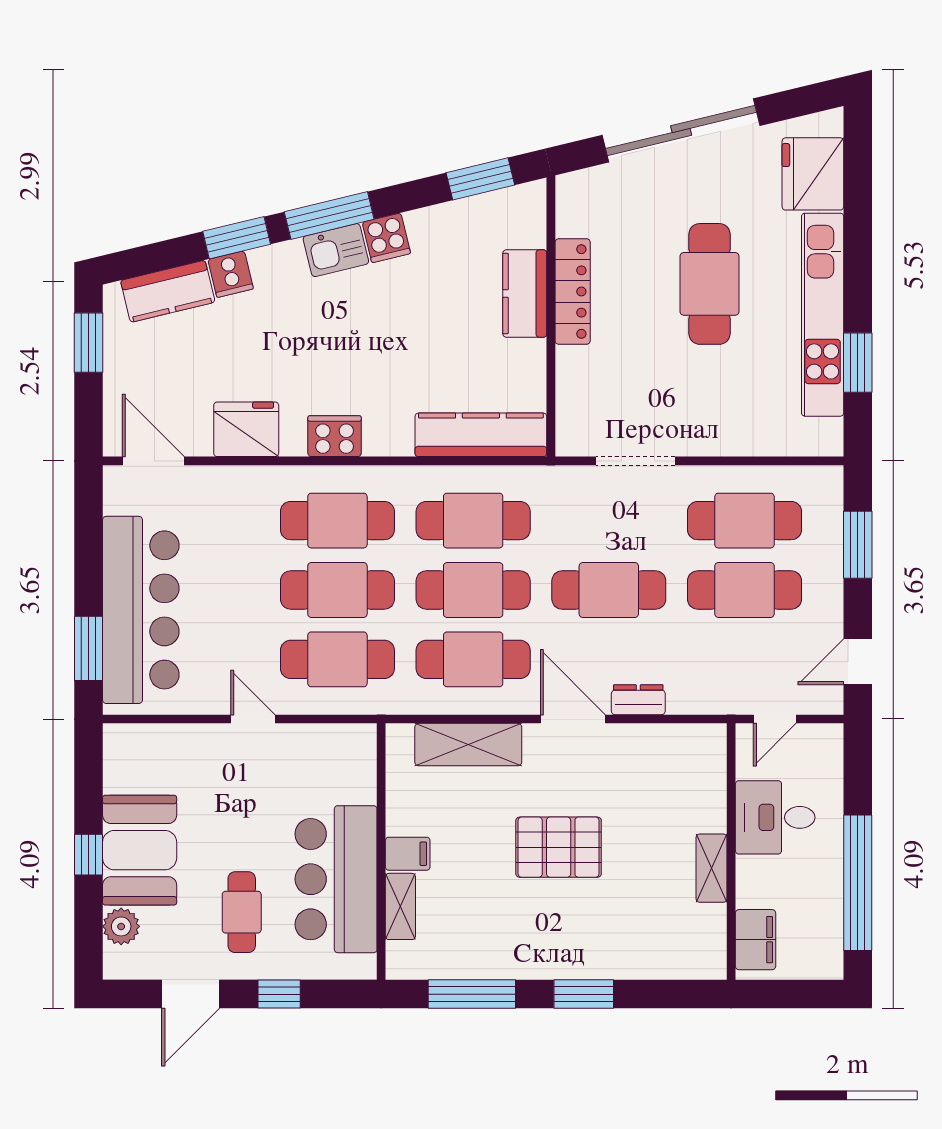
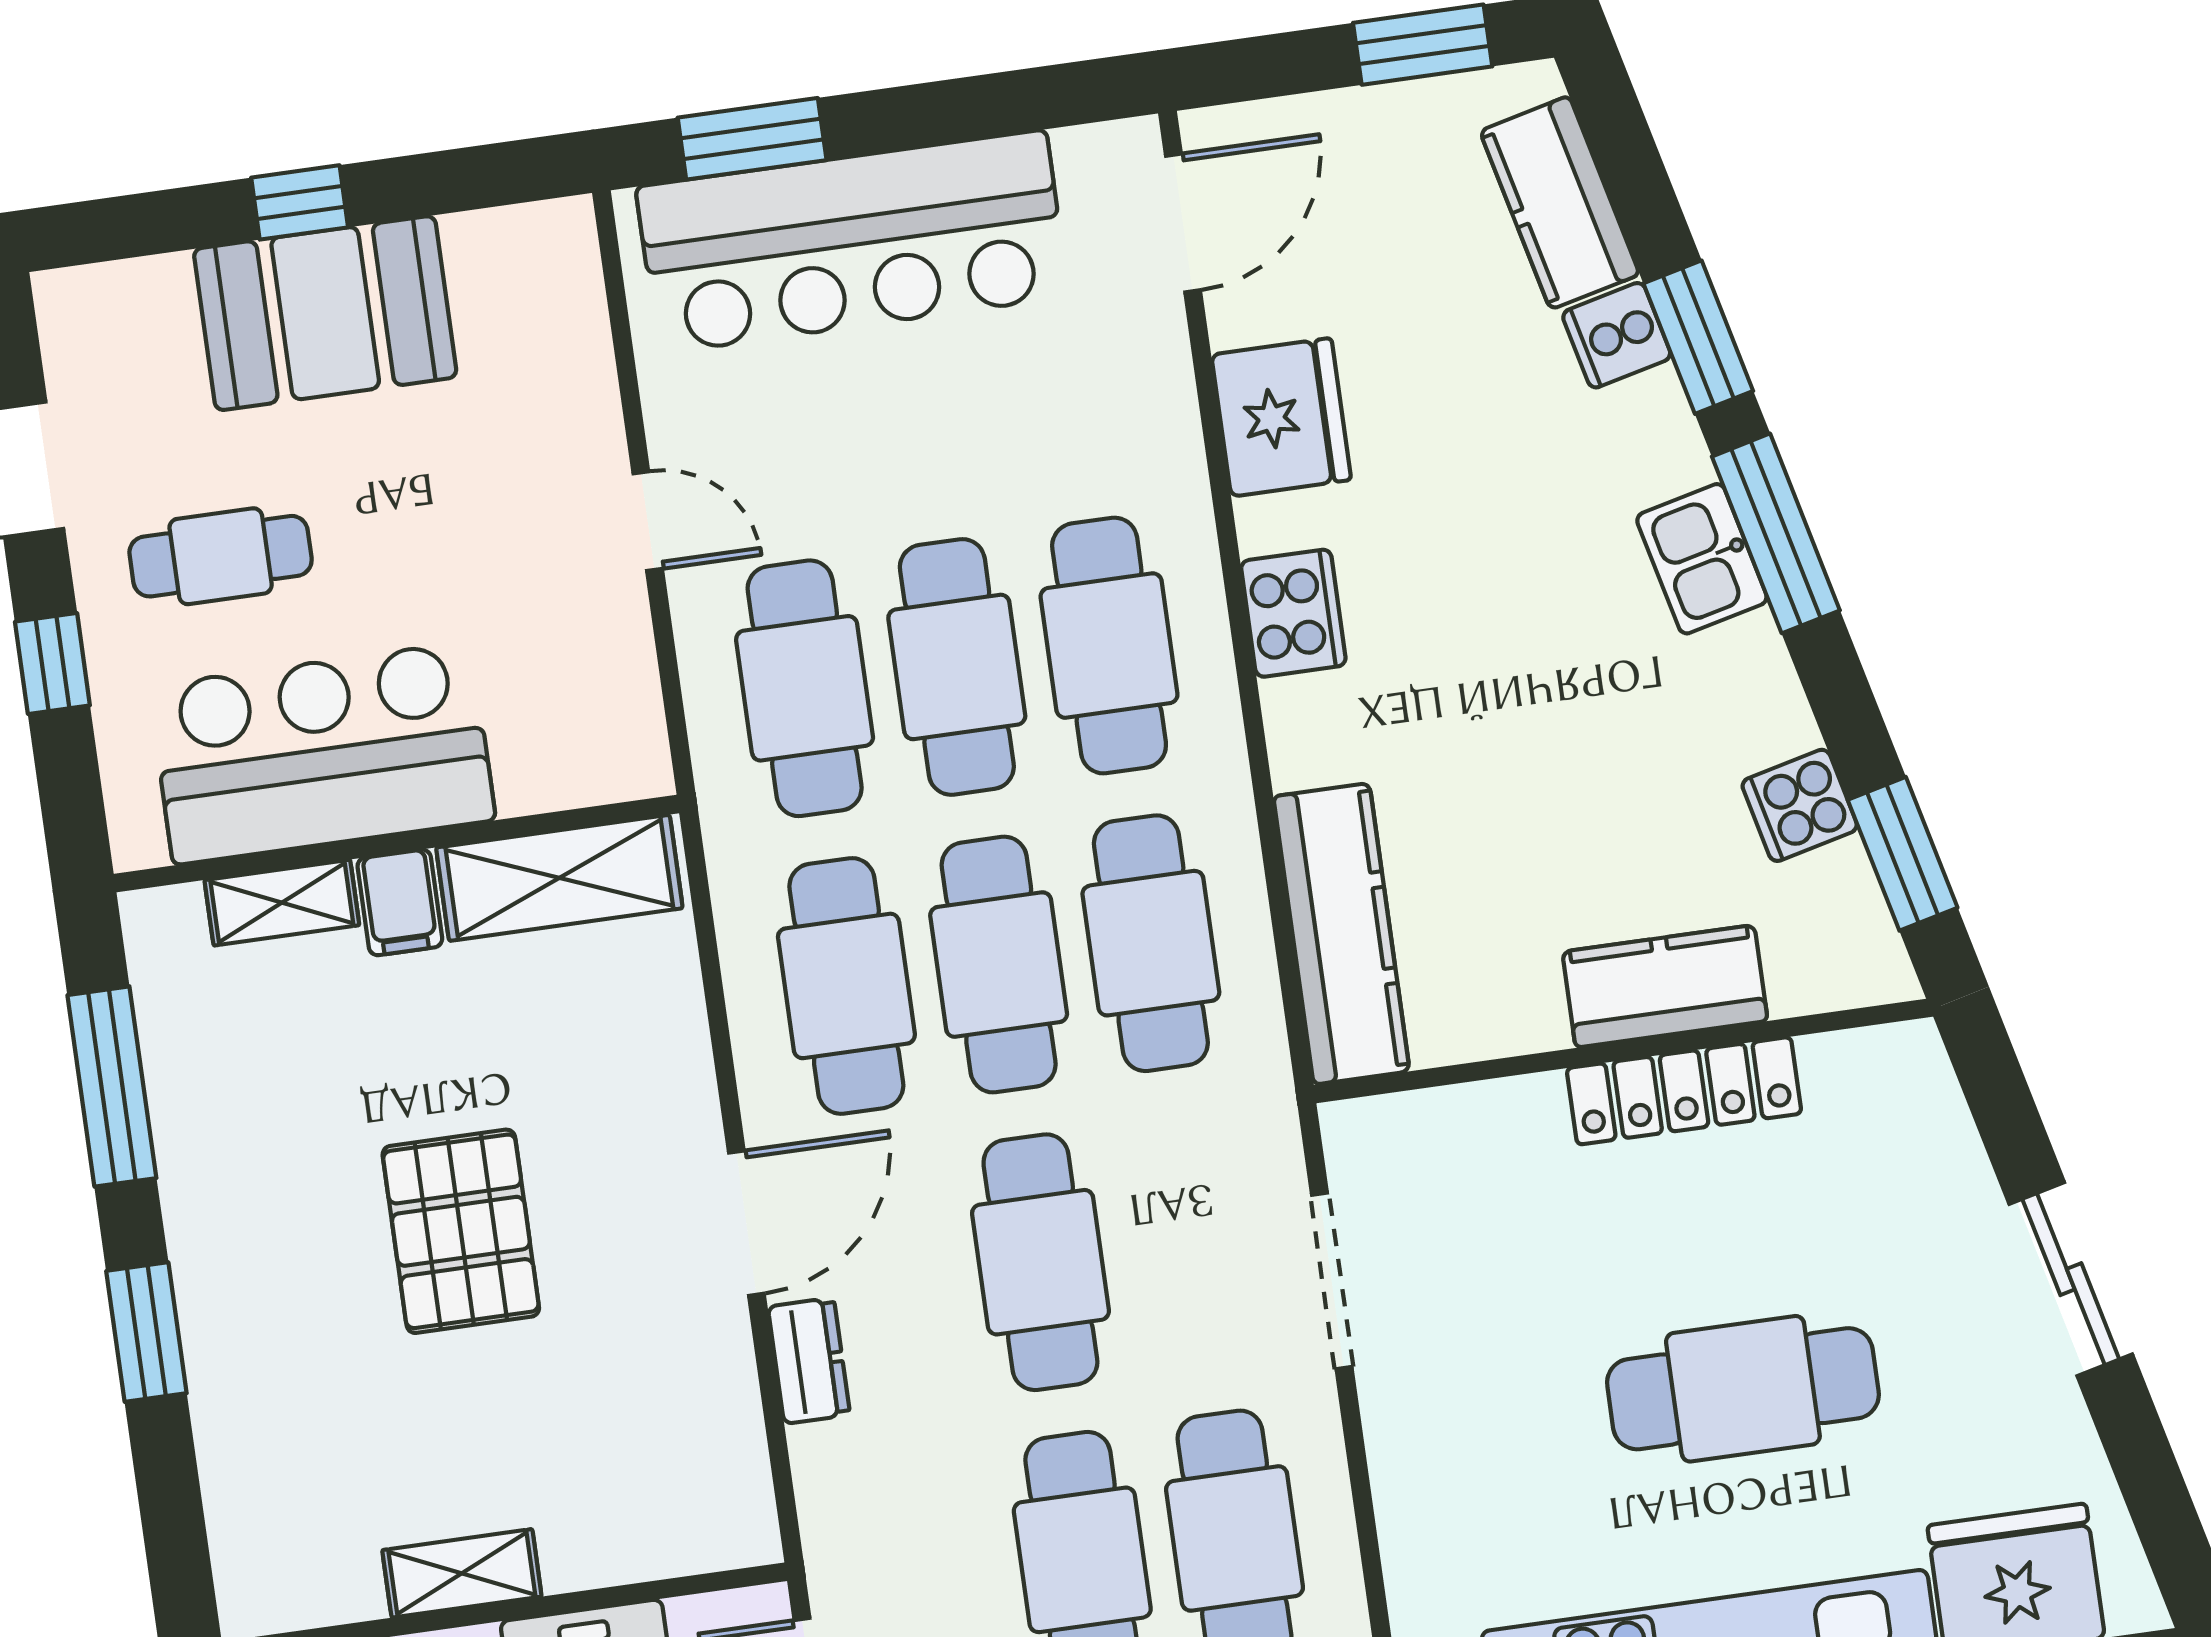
sliding door: (681, 130) -> (2071, 1279), width x0.54
cooker: (386, 238) -> (1800, 805), moved
door: (253, 719) -> (648, 521), hinge flipped
shelving: (468, 745) -> (559, 878), moved, turned 90
plant: (121, 926) -> (152, 296), removed

